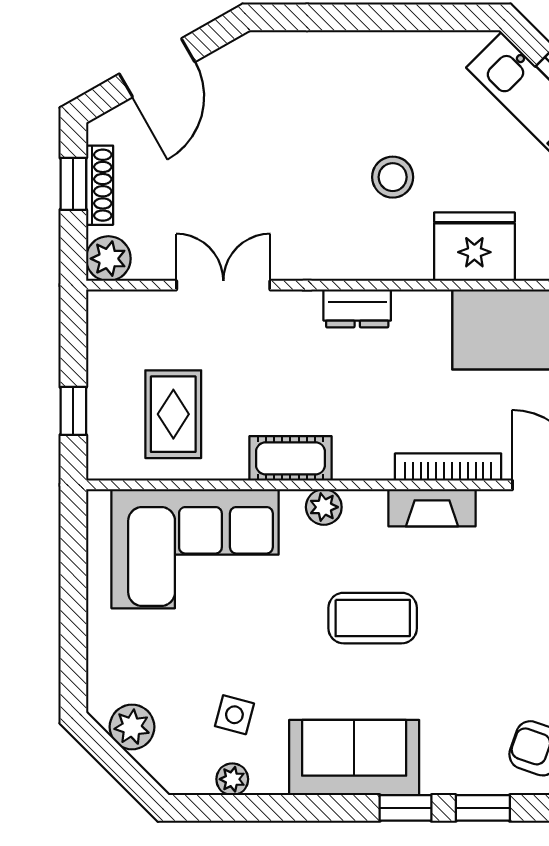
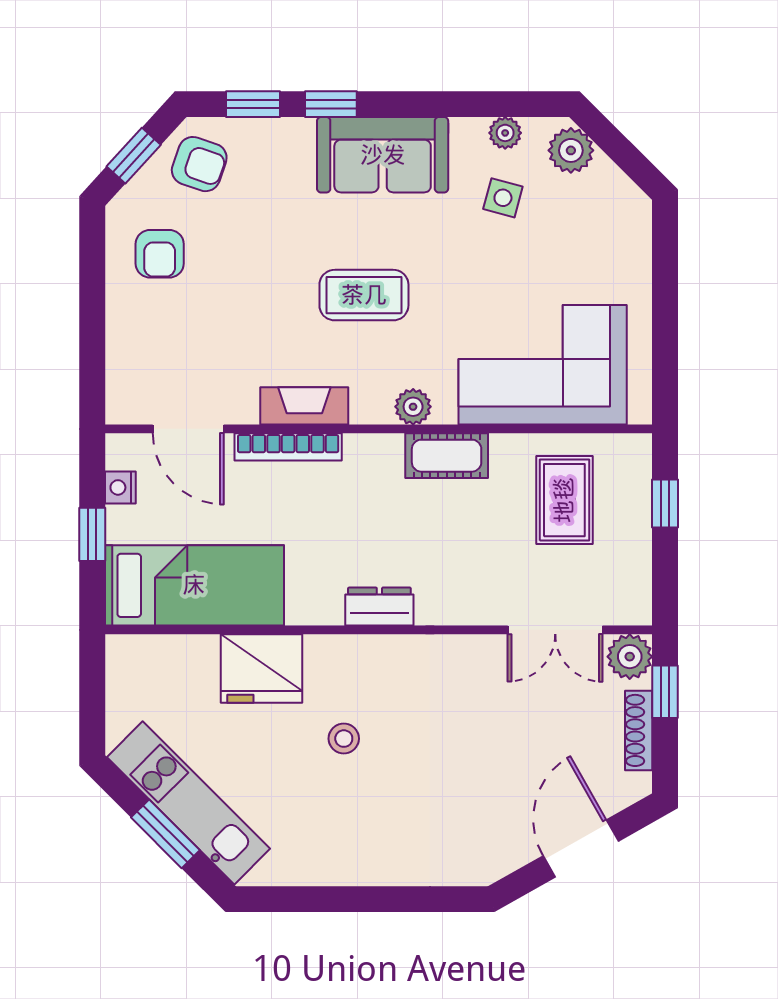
stool: (393, 177) -> (344, 739), width x0.73, depth x0.73
window: (73, 184) -> (665, 692), moved
double door: (223, 285) -> (555, 630), moved
plant: (132, 727) -> (571, 150), moved

